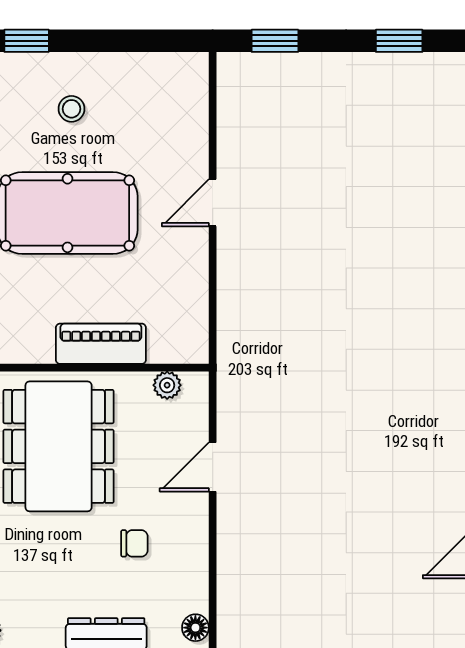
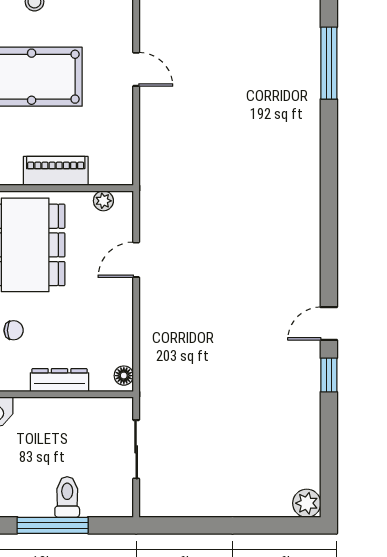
door: (213, 203) -> (136, 69), swing flipped
chair: (134, 543) -> (14, 330), moved

